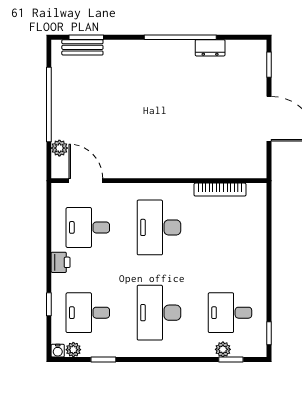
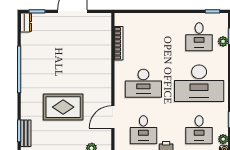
dresser: (210, 48) -> (26, 23), moved
rug: (122, 104) -> (63, 107), added
door: (86, 181) -> (113, 117), moved
desk: (159, 313) -> (199, 83), width x1.36, depth x1.30

